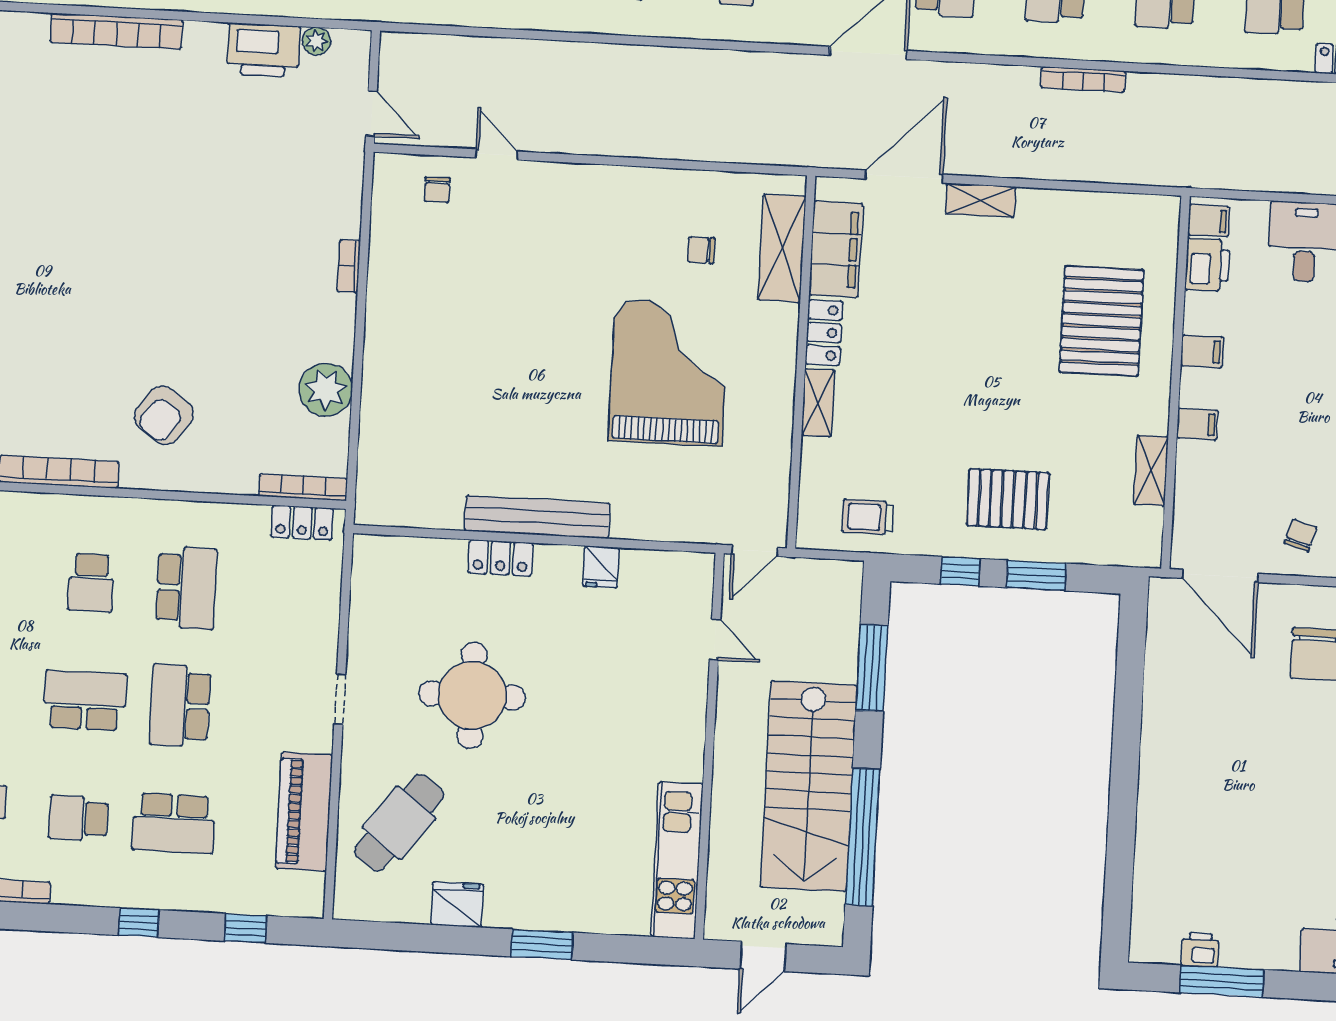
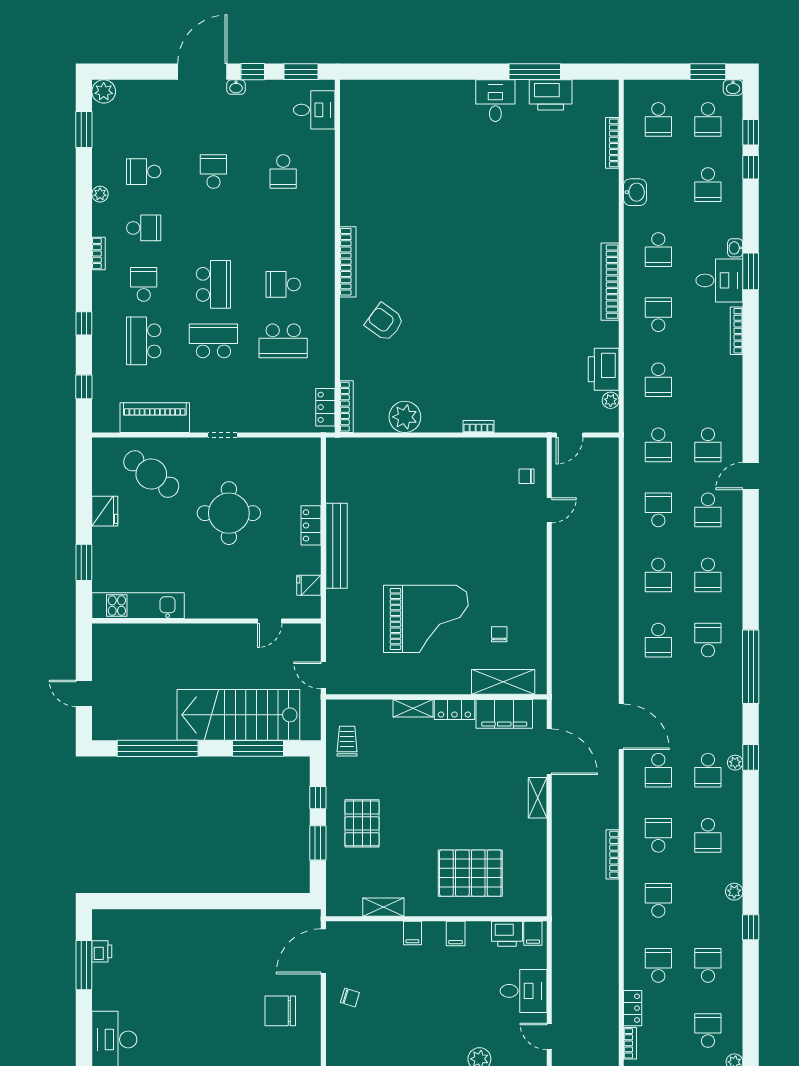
door: (715, 639) -> (270, 621), moved
wall: (709, 746) -> (206, 621), moved
stairs: (809, 786) -> (238, 715), moved
kitchen unit: (677, 860) -> (138, 606), moved

